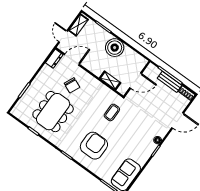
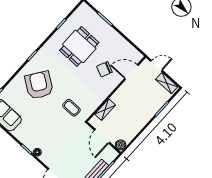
boiler: (115, 48) -> (121, 145), moved, width x0.54, depth x0.54
dresser: (54, 59) -> (134, 54), removed
door: (72, 60) -> (131, 72), swing flipped
dining table: (53, 112) -> (79, 46), width x0.73
armchair: (94, 146) -> (39, 85), turned -145

